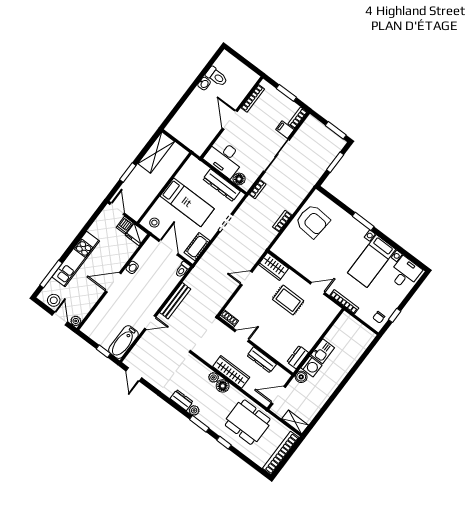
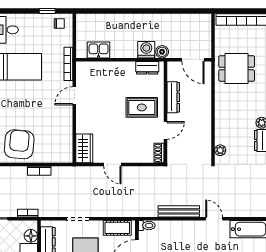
door: (318, 288) -> (74, 96), hinge flipped
rug: (288, 300) -> (142, 107), moved, turned 90
door: (242, 336) -> (165, 130), swing flipped
kitchen sink: (323, 351) -> (99, 50), moved
wardrobe: (231, 372) -> (204, 116), removed
plant: (214, 377) -> (220, 150), moved
floor lamp: (223, 386) -> (222, 114), removed
dining table: (248, 422) -> (237, 69), width x0.73
shelving: (295, 422) -> (205, 27), removed

